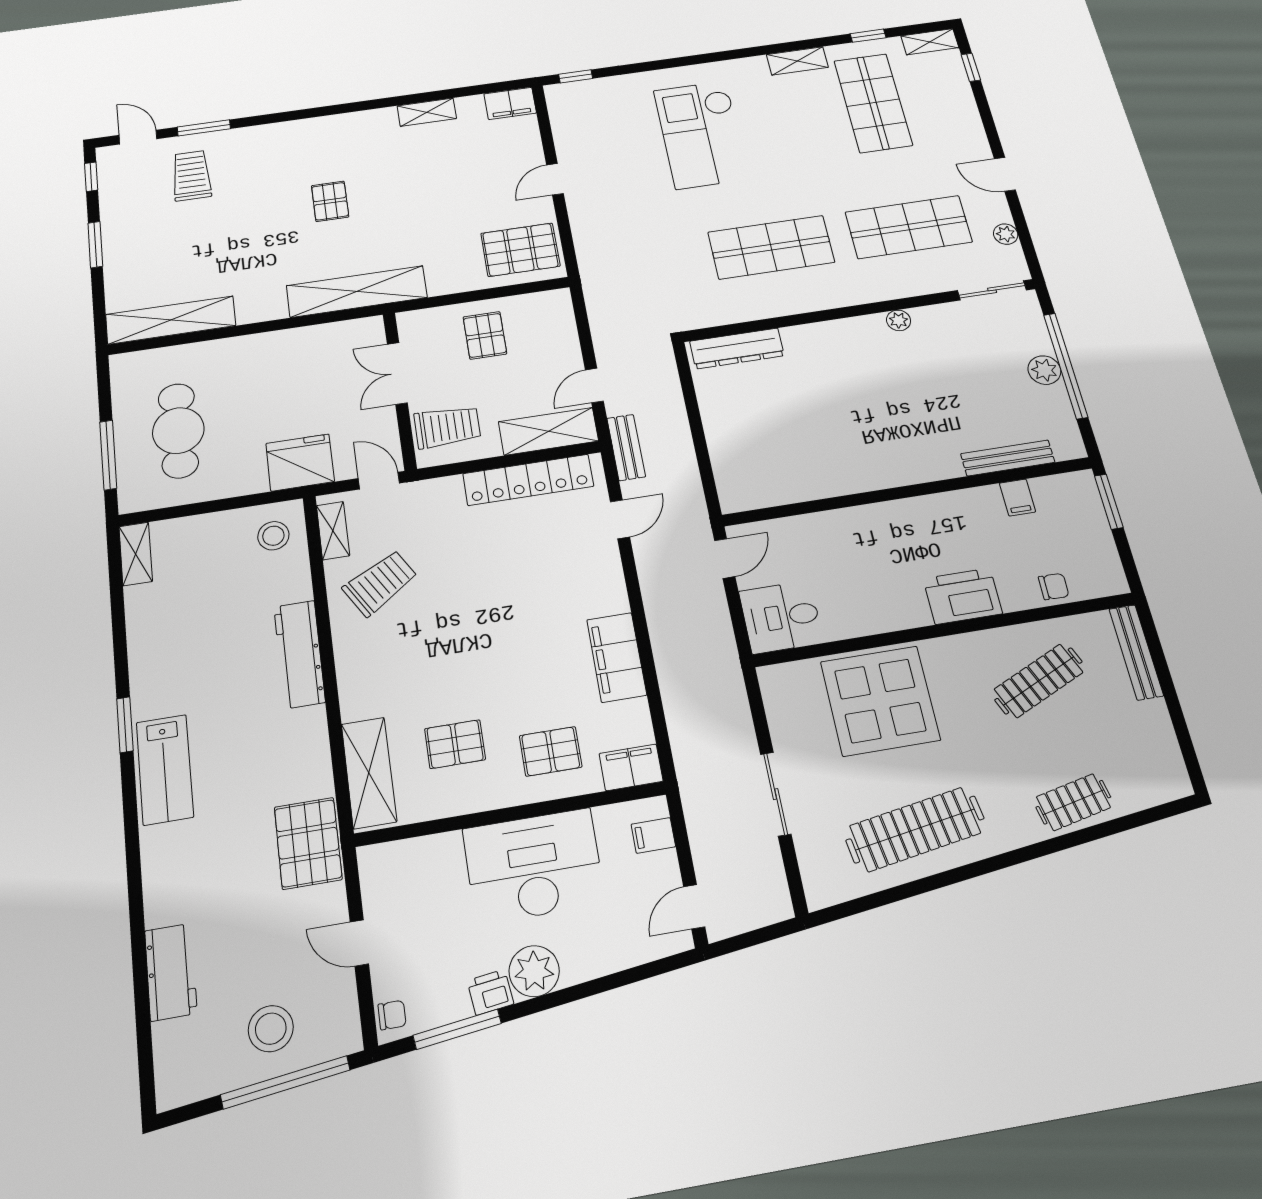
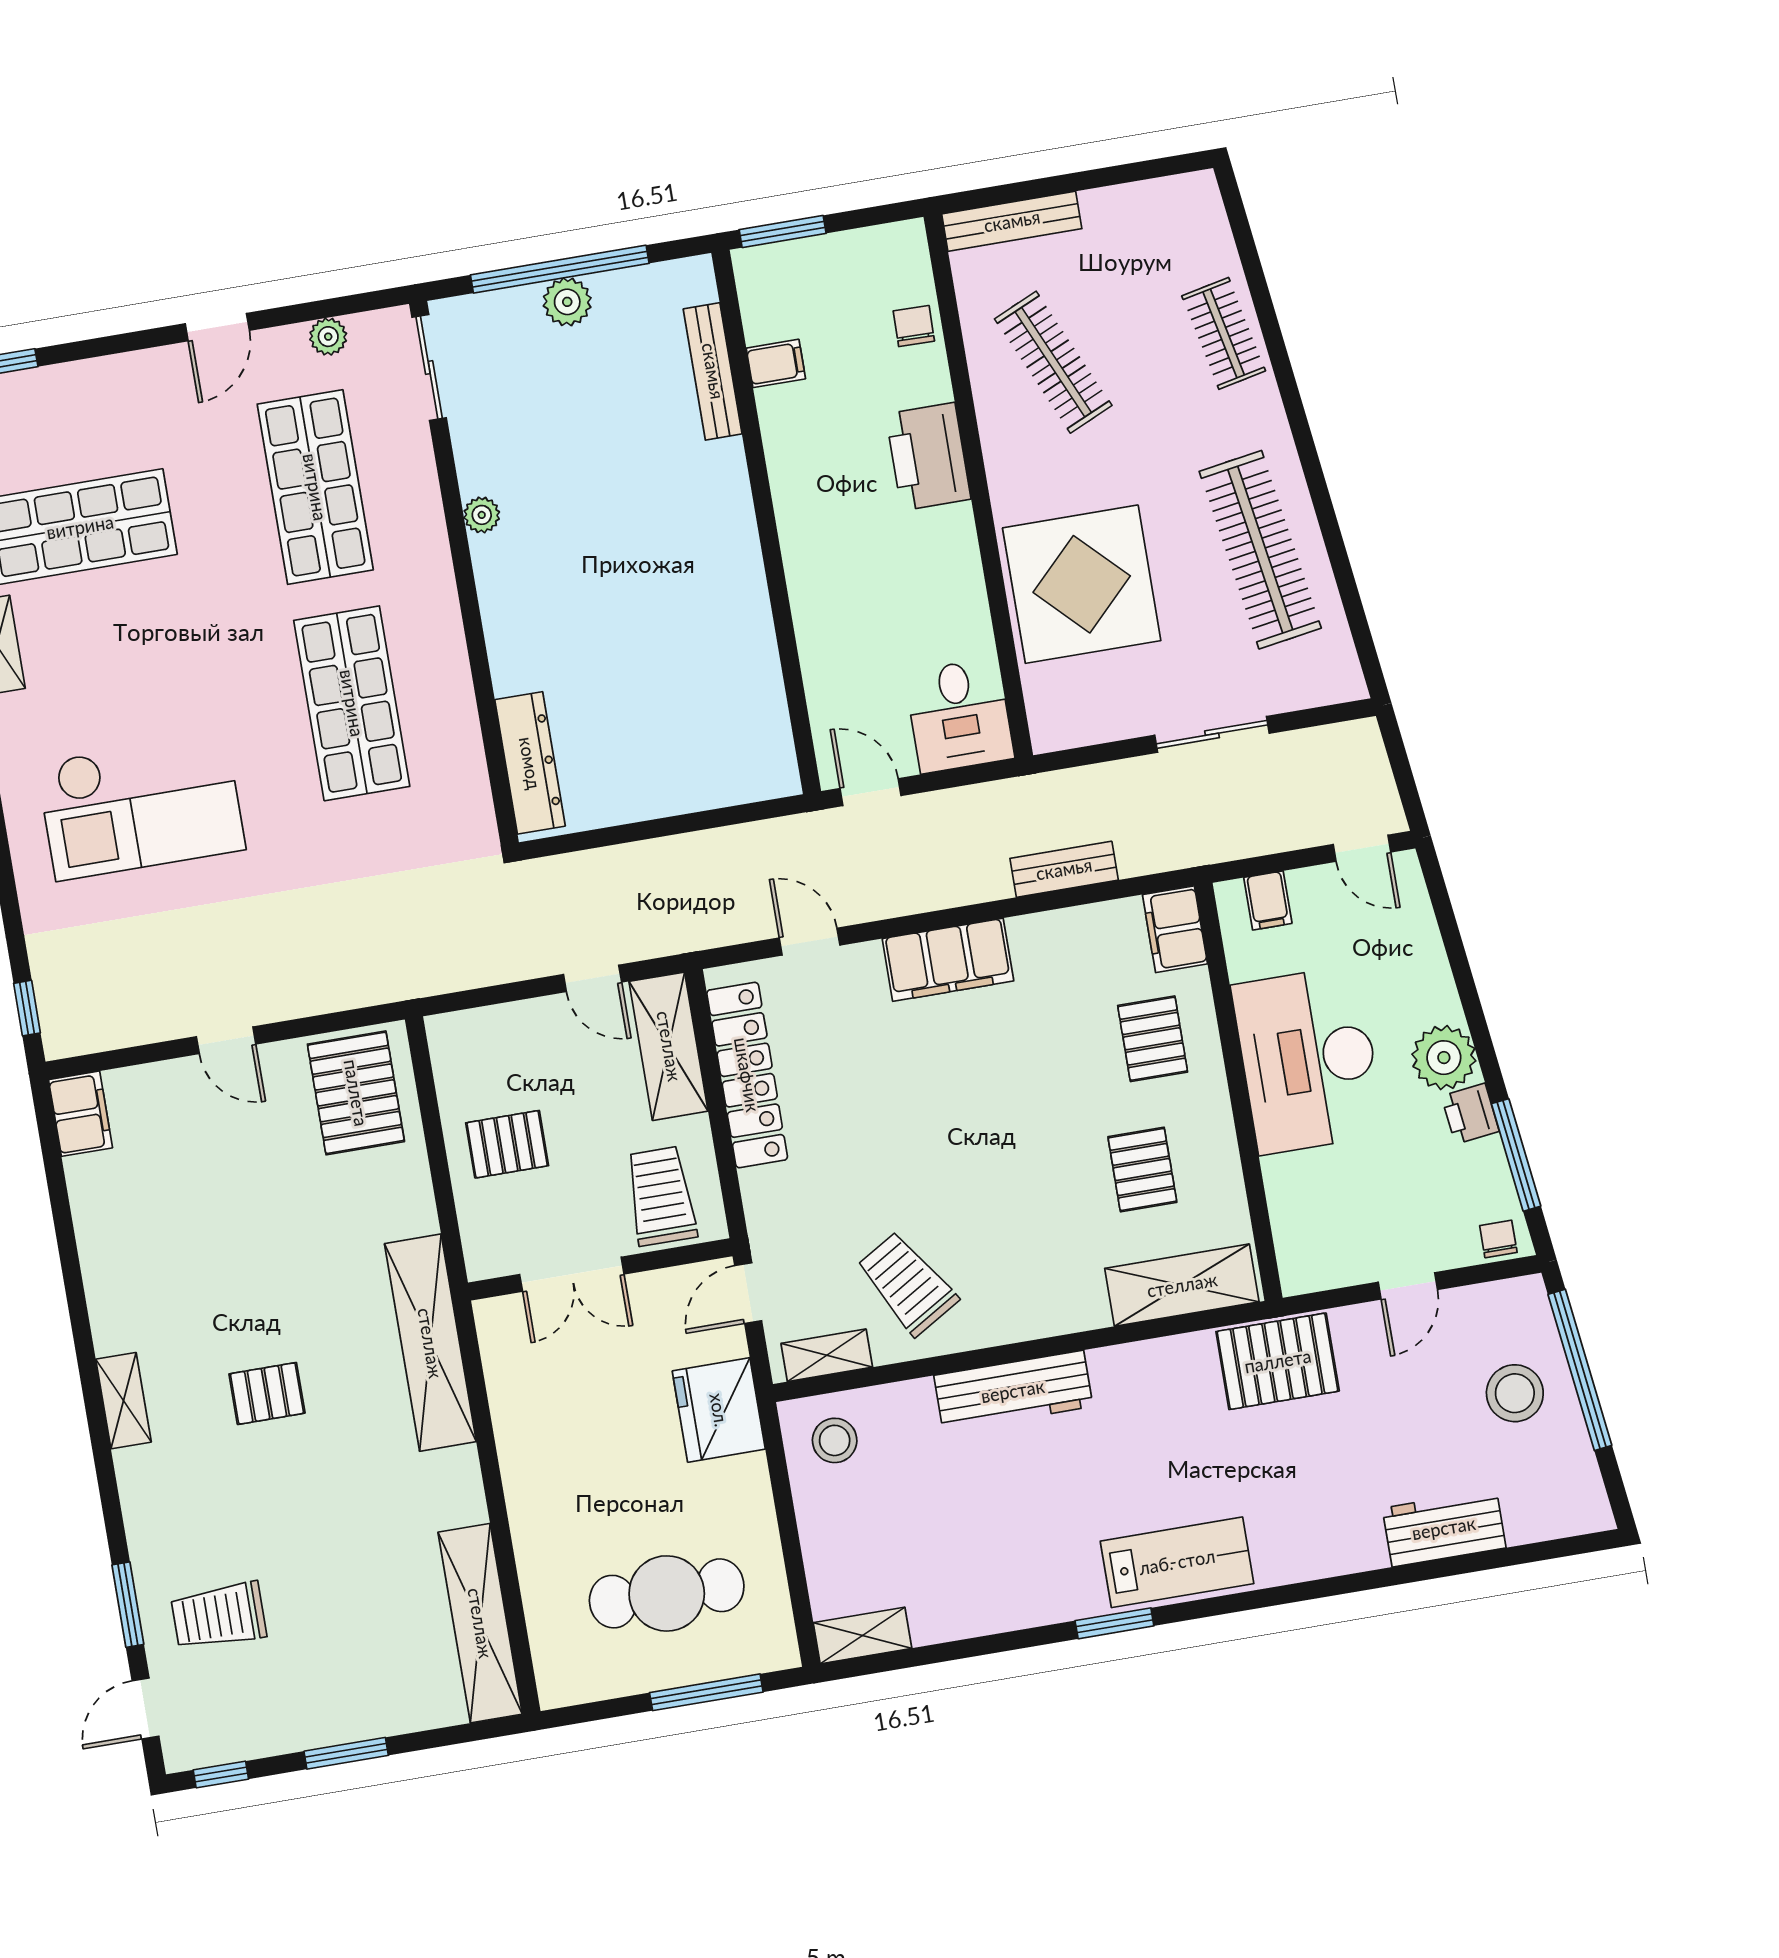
shelving: (427, 112) -> (123, 1401), moved
bench: (626, 447) -> (1064, 869), moved
filing cabinet: (617, 657) -> (948, 960), moved

